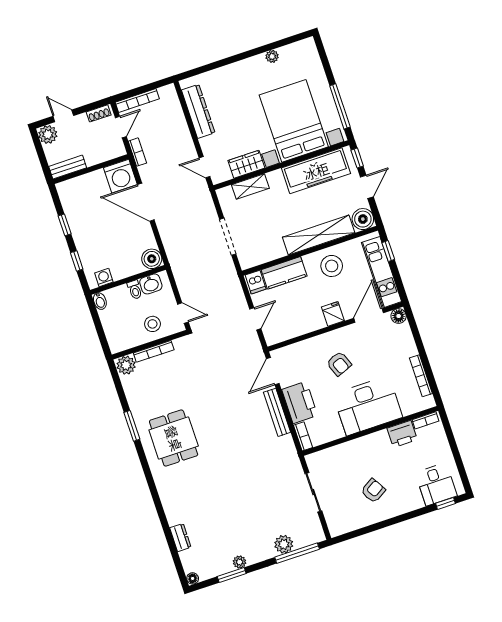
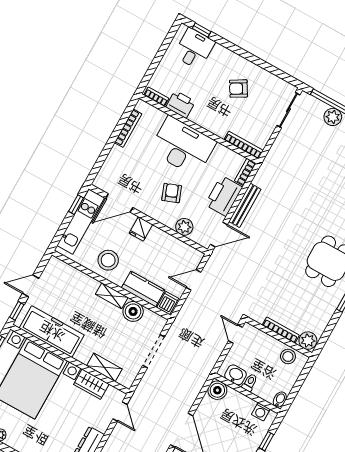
boiler: (363, 219) -> (133, 311), moved
shelving: (319, 235) -> (112, 296), width x0.45, depth x0.75
window: (388, 251) -> (76, 205), moved
floor lamp: (399, 316) -> (101, 182), removed
stool: (152, 324) -> (288, 356), moved
plant: (303, 349) -> (184, 227), added
bookcase: (325, 454) -> (244, 145), added
sliding door: (313, 492) -> (288, 110), moved

